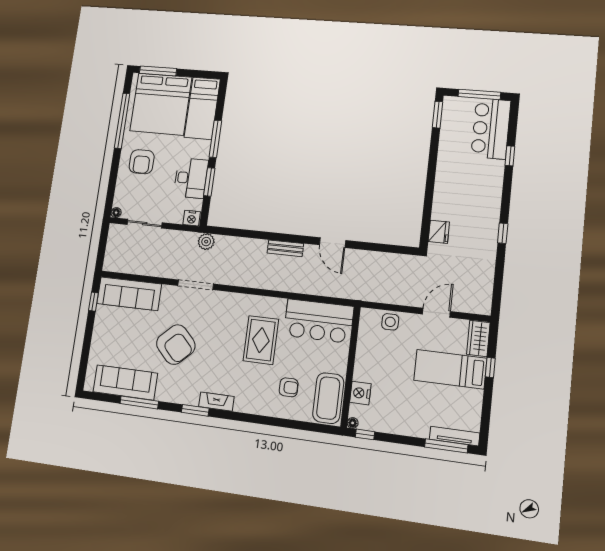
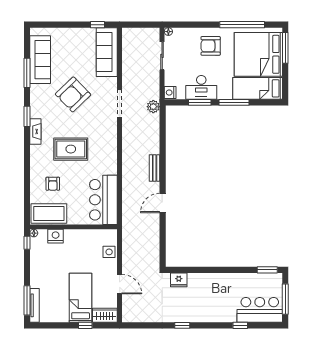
rug: (261, 340) -> (71, 149), moved

